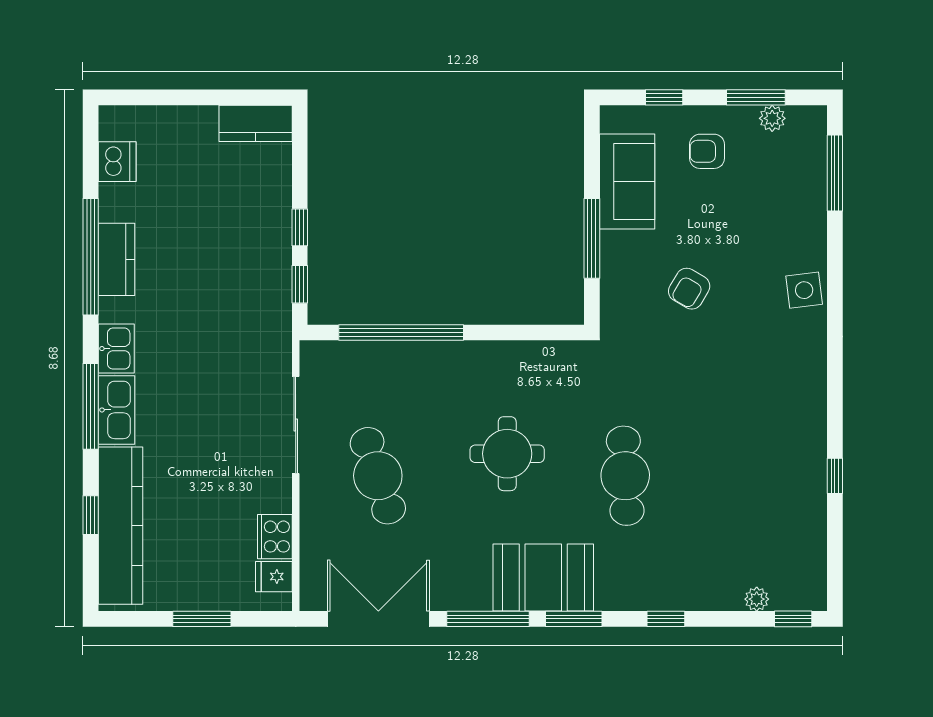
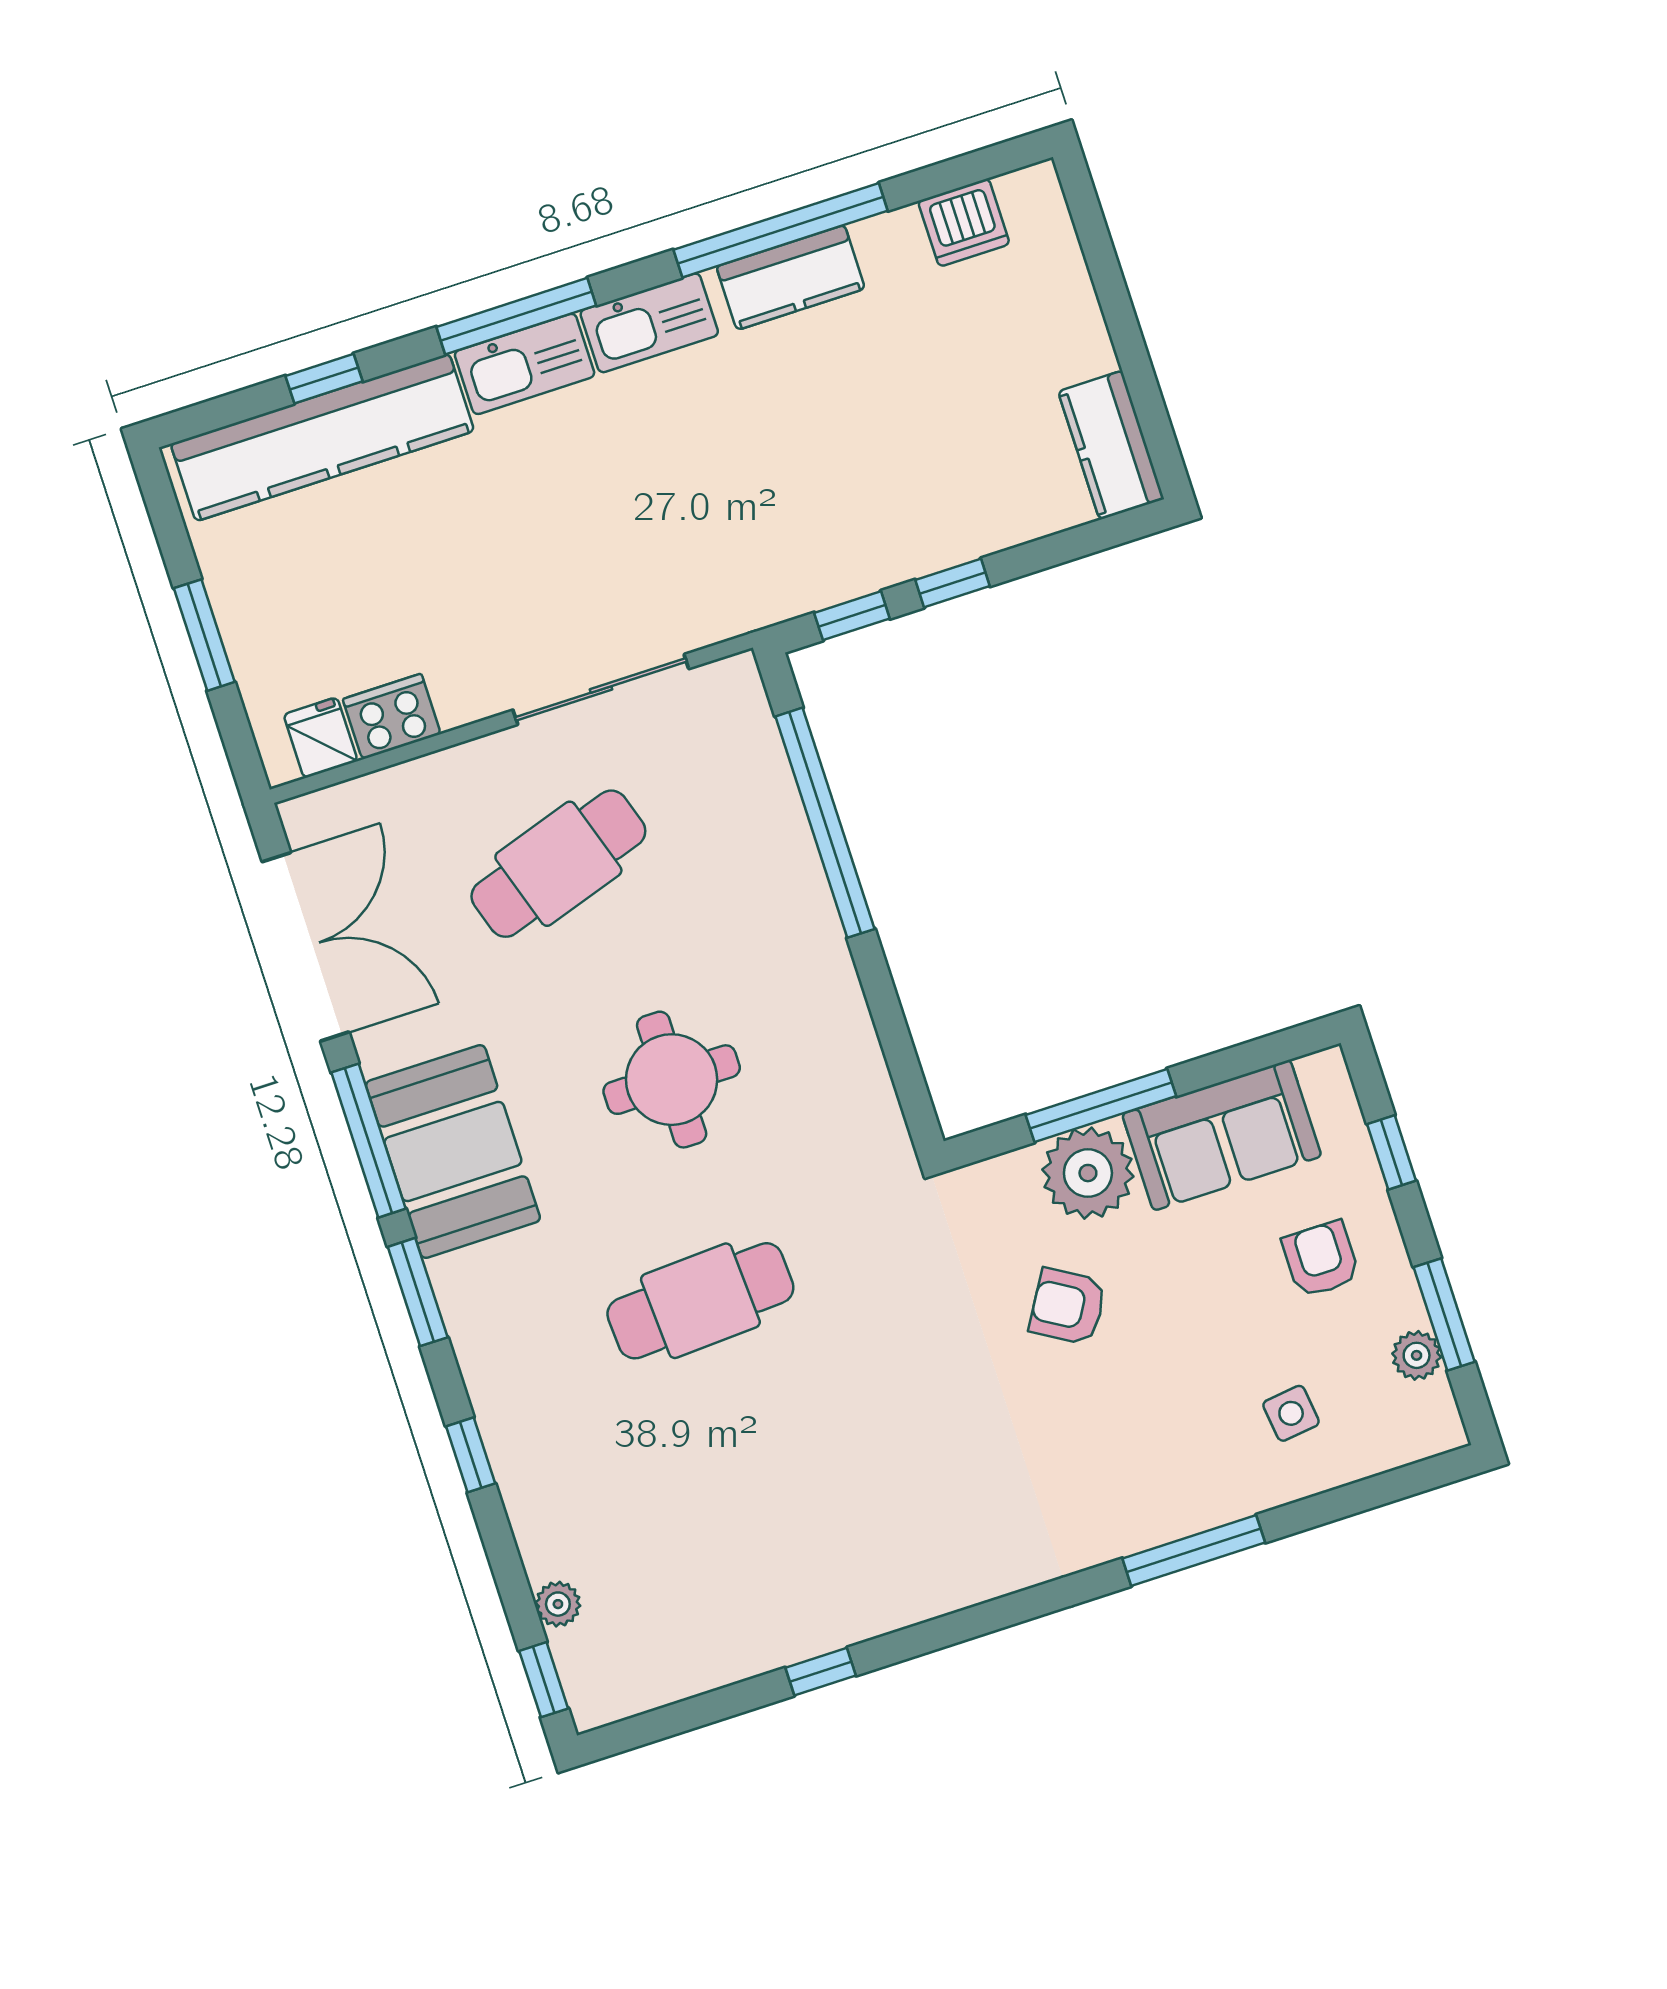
window: (835, 173) -> (1194, 1550), moved
plant: (624, 256) -> (1088, 1173), added
side table: (804, 290) -> (1291, 1413), moved, width x0.73, depth x0.73
kitchen sink: (116, 349) -> (649, 323), width x1.38
booth: (543, 578) -> (453, 1151), moved

